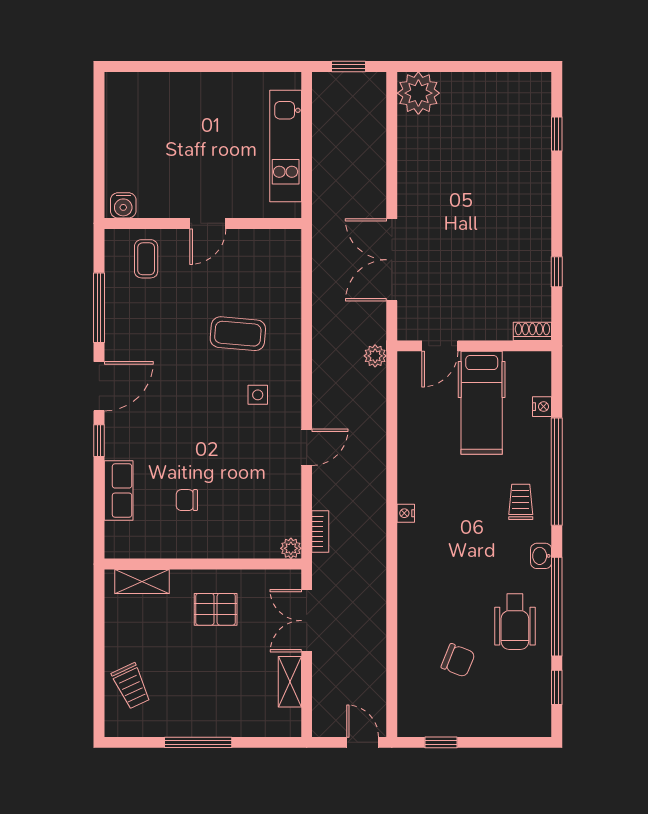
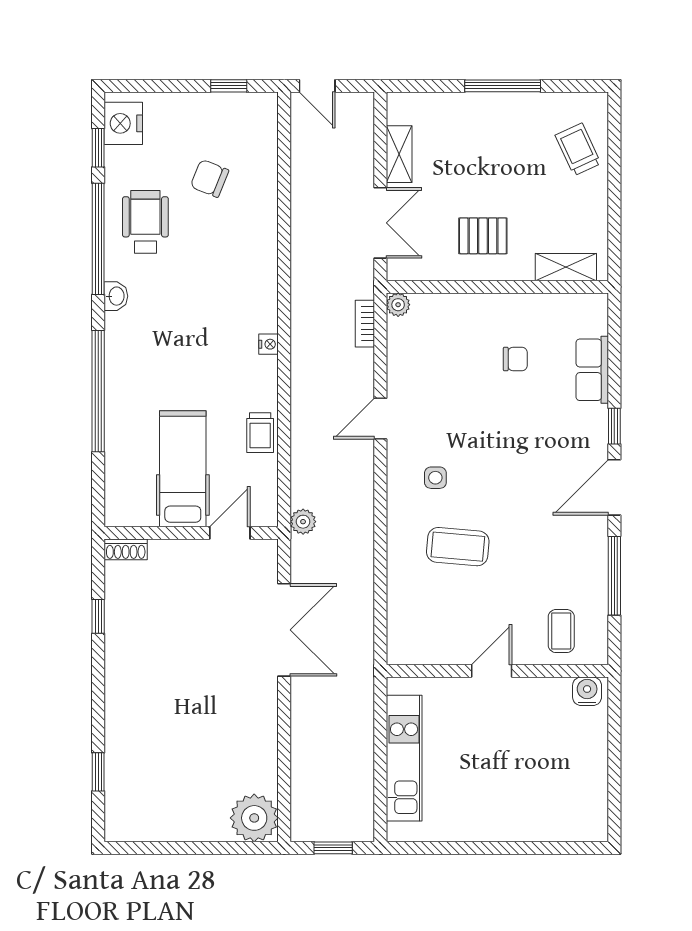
nightstand: (542, 407) -> (123, 123), moved, width x1.89, depth x1.79
trolley: (521, 502) -> (260, 433), moved

